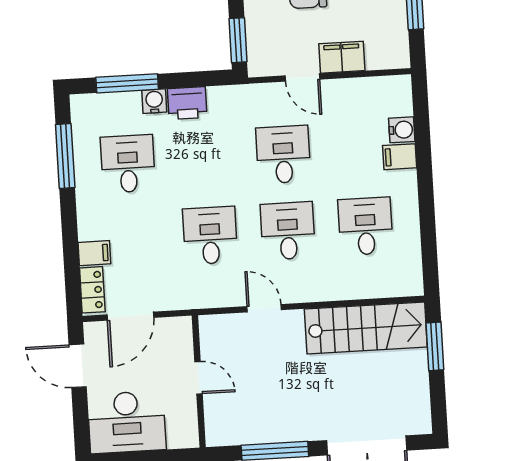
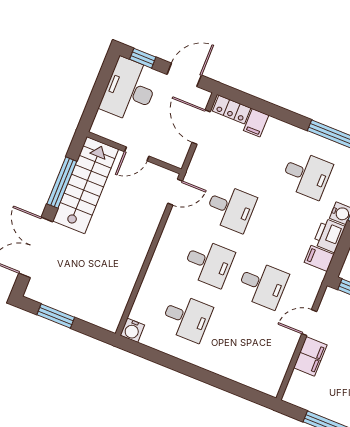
water cooler: (402, 130) -> (132, 330), moved
filing cabinet: (400, 157) -> (319, 258), moved, turned -90
door: (264, 308) -> (175, 192), moved
stairs: (366, 328) -> (86, 185), moved, turned 180
window: (435, 346) -> (56, 316), moved
window: (81, 424) -> (143, 58), added

